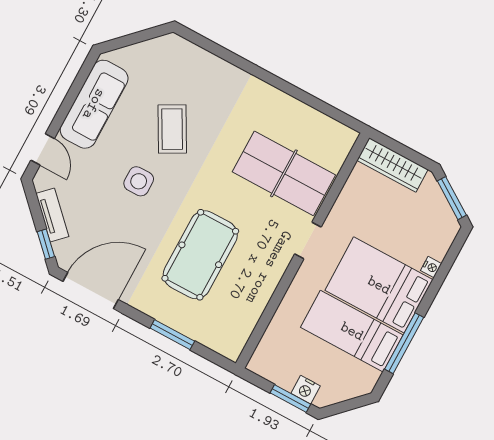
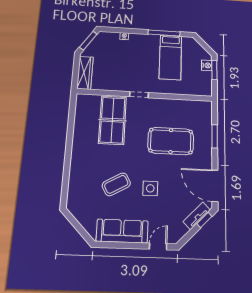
tv unit: (52, 215) -> (197, 216), moved
bed: (379, 285) -> (144, 55), removed

